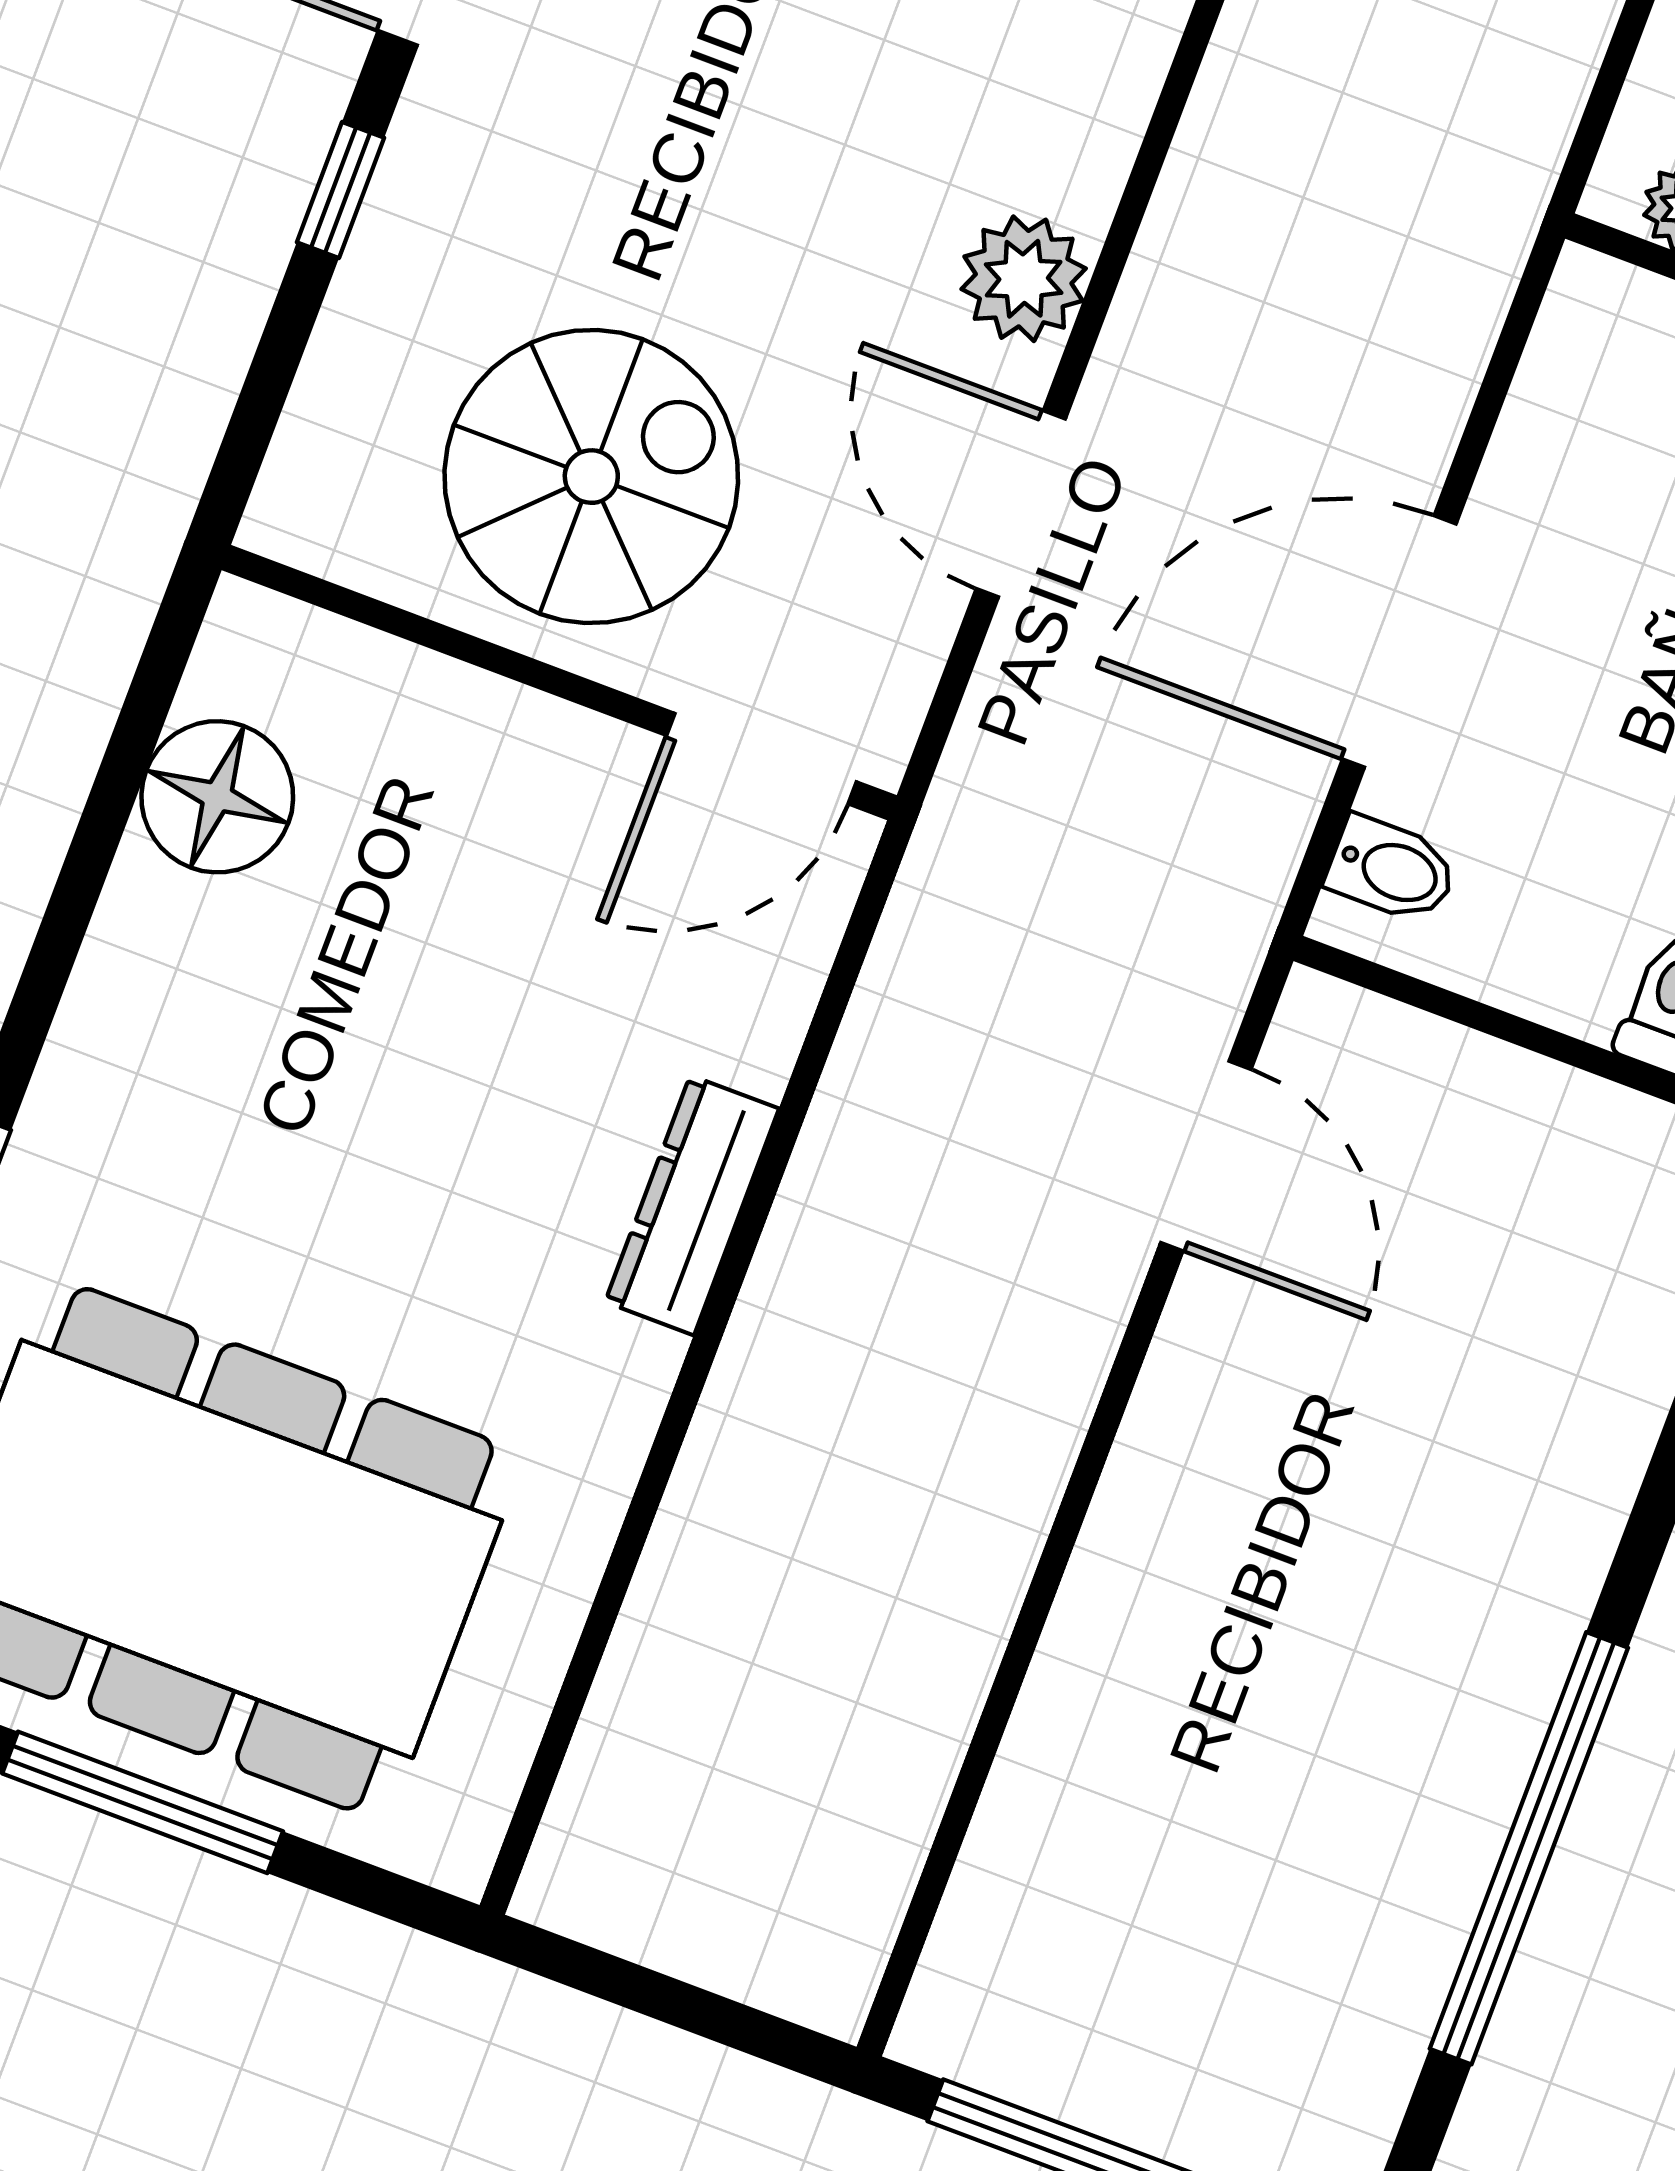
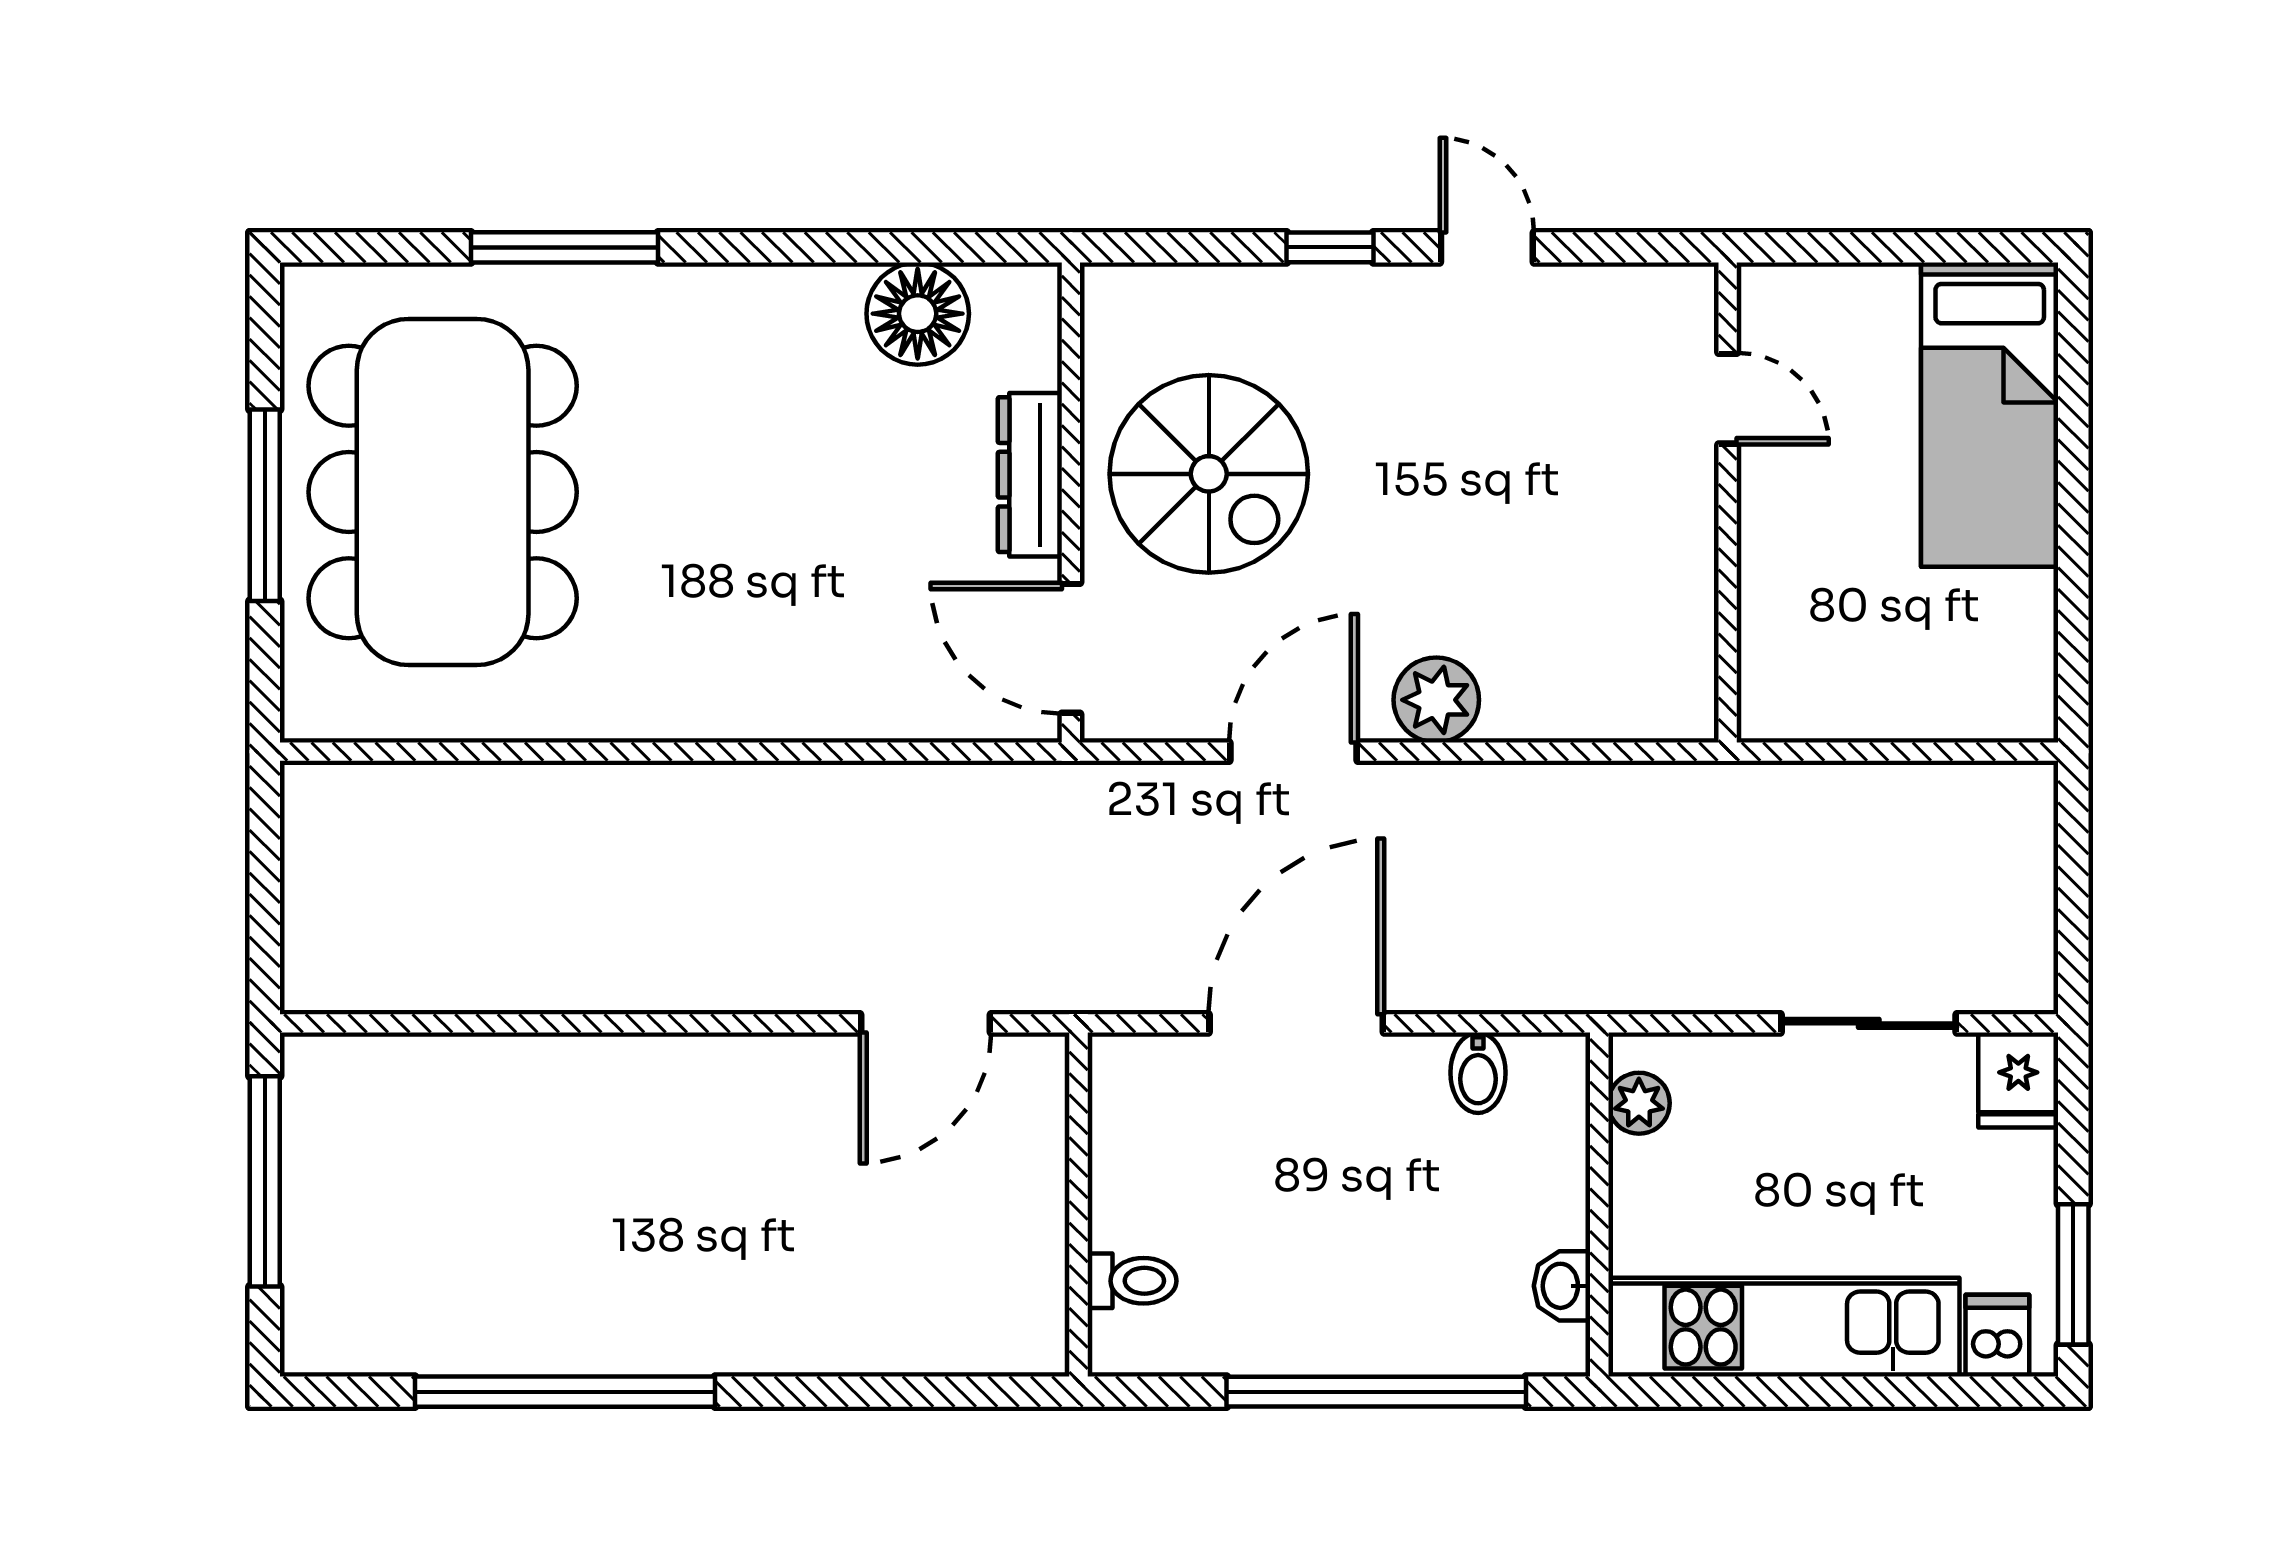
door: (1399, 642) -> (1296, 1023), hinge flipped
bidet: (1392, 870) -> (1478, 1073), moved
dresser: (692, 1205) -> (1030, 475), moved, turned -90

